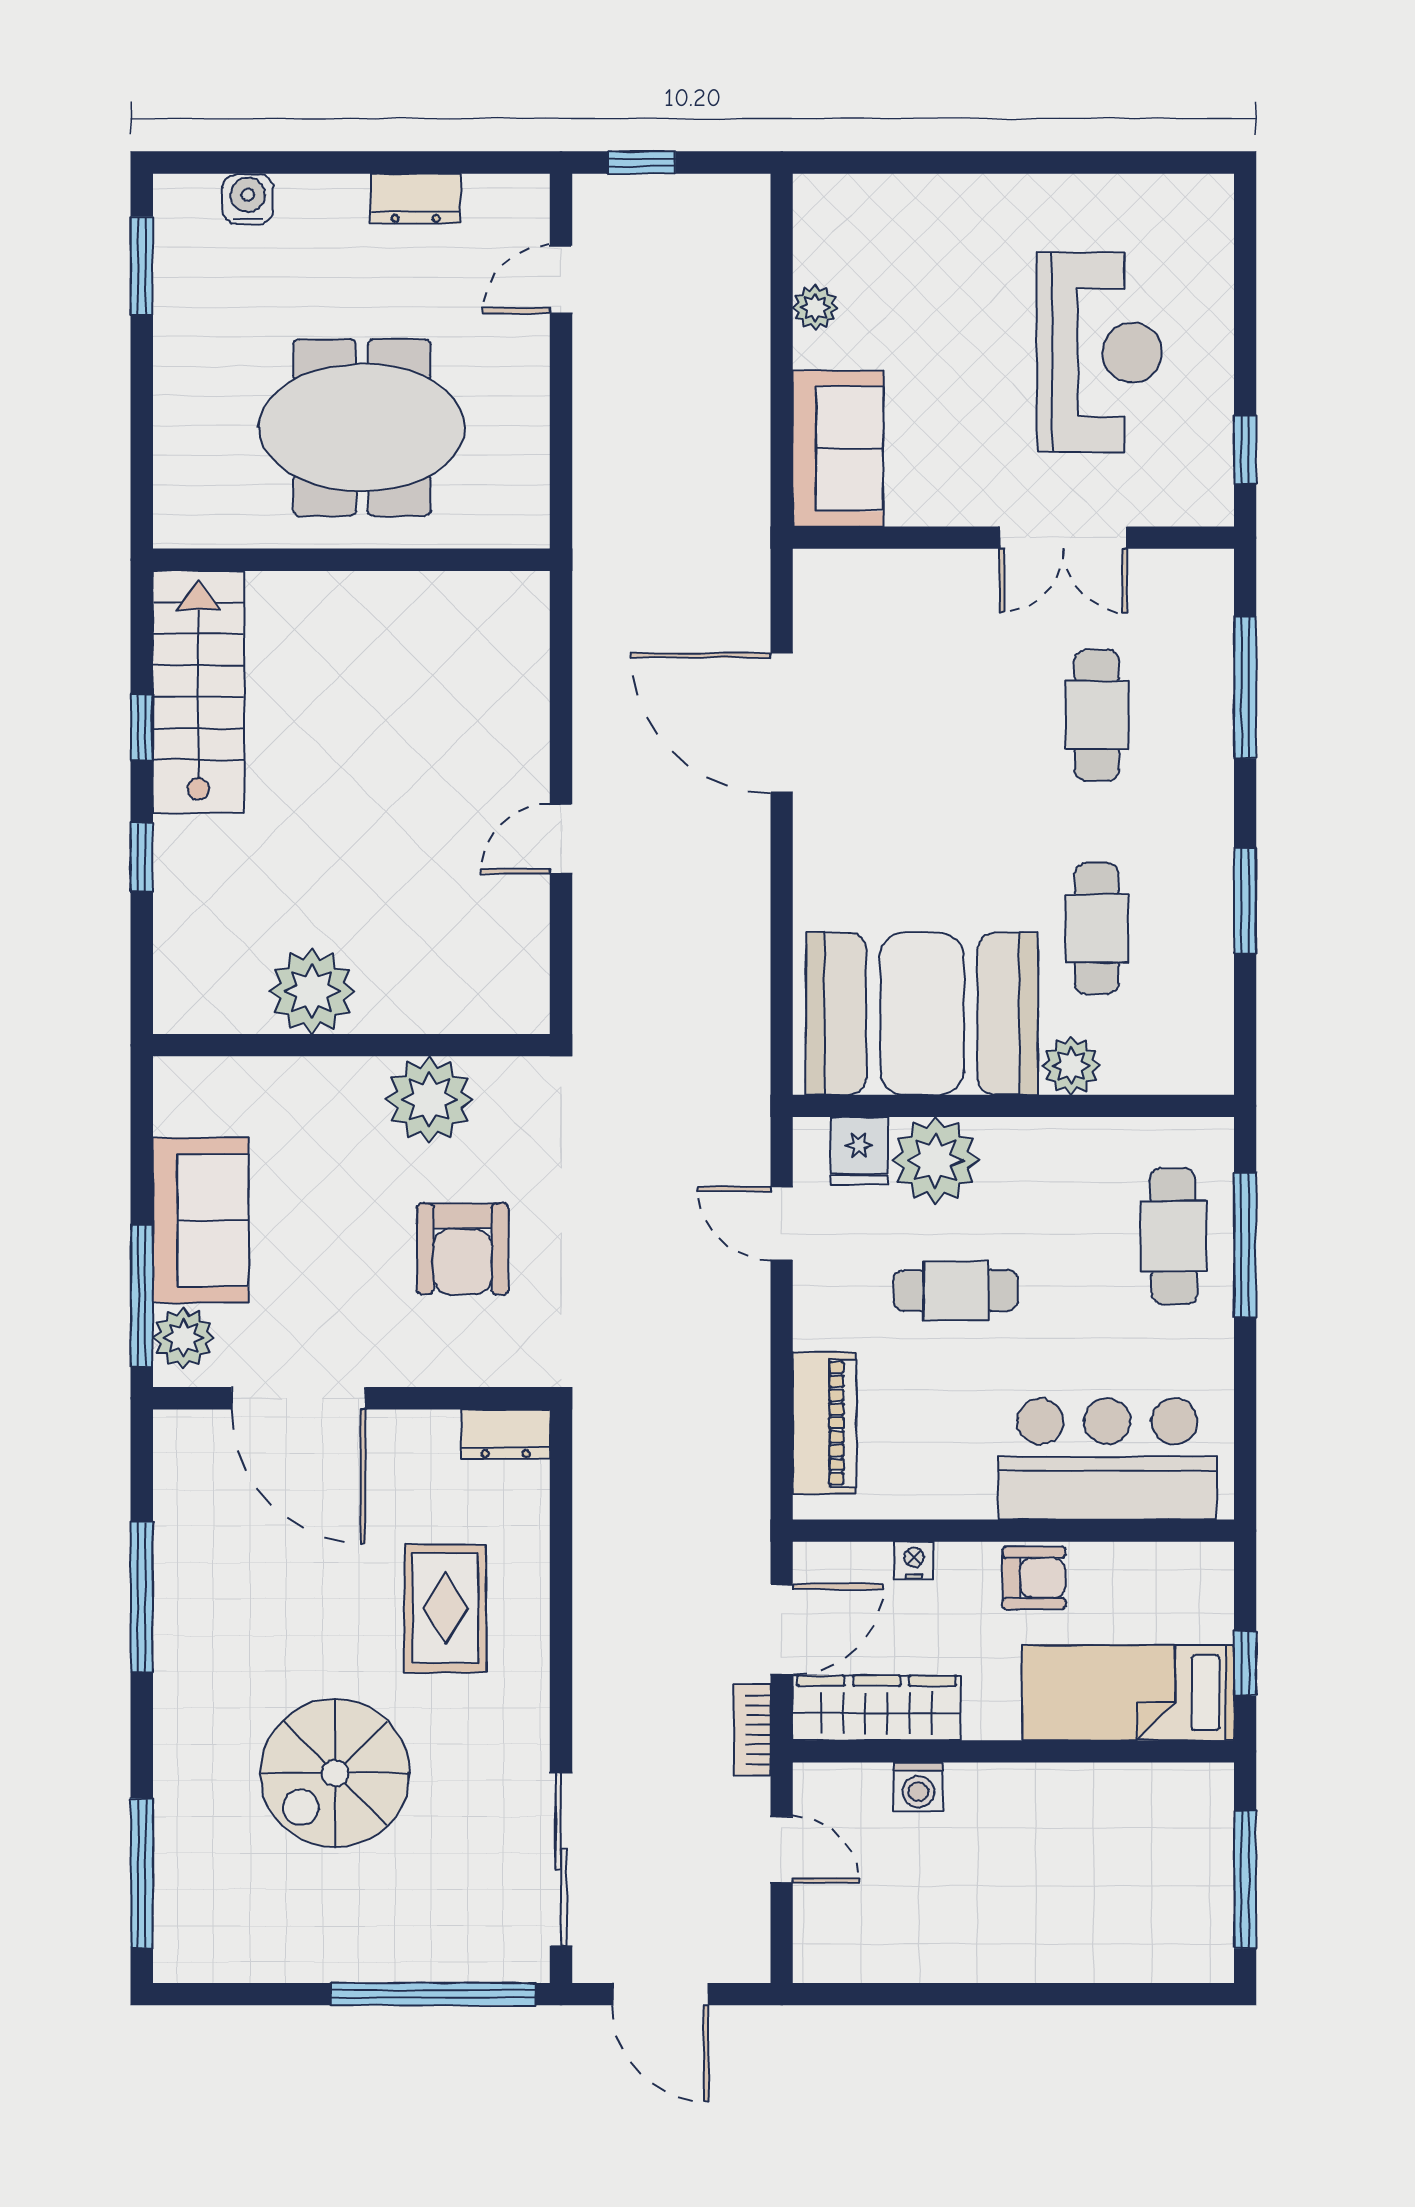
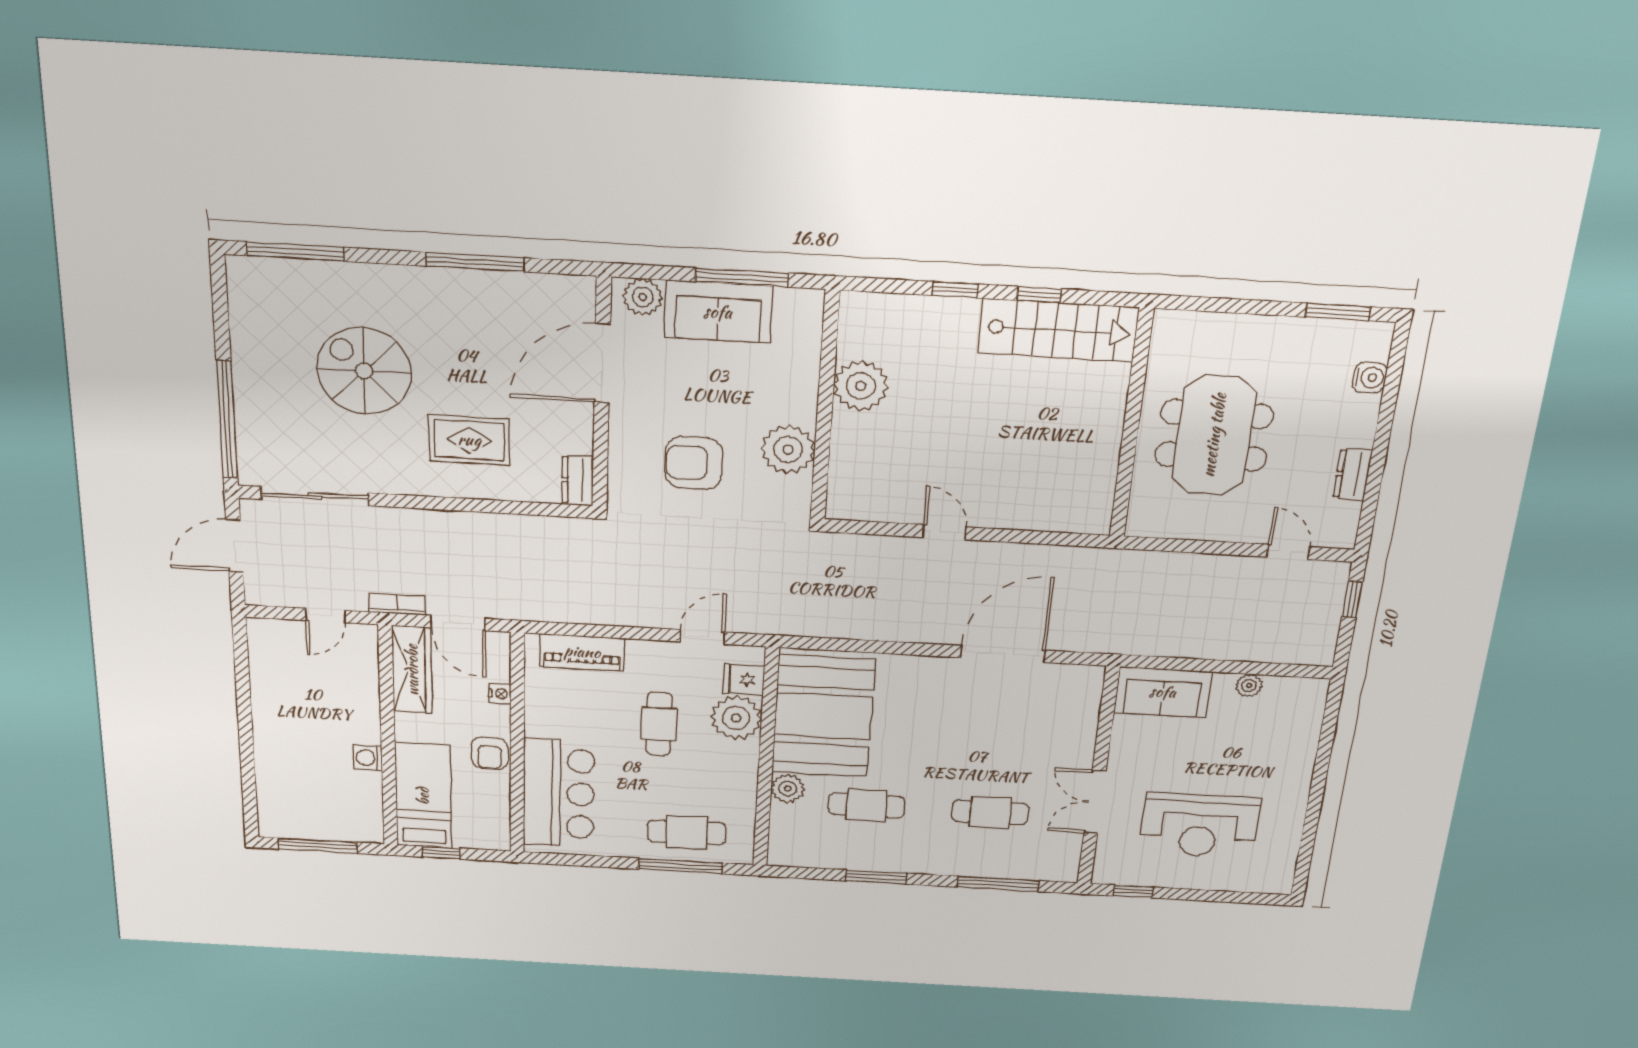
window: (142, 1296) -> (742, 277), moved
washing machine: (918, 1787) -> (368, 758), moved

